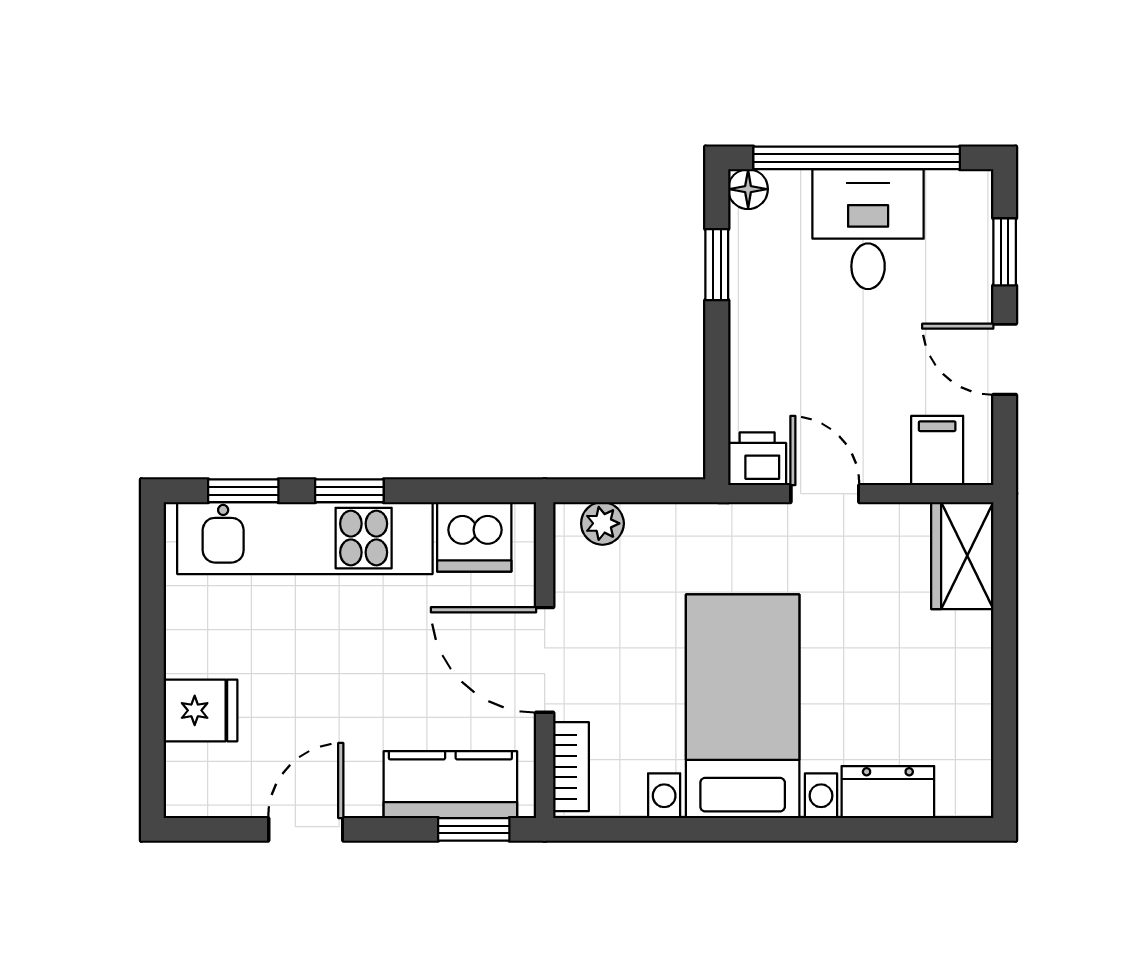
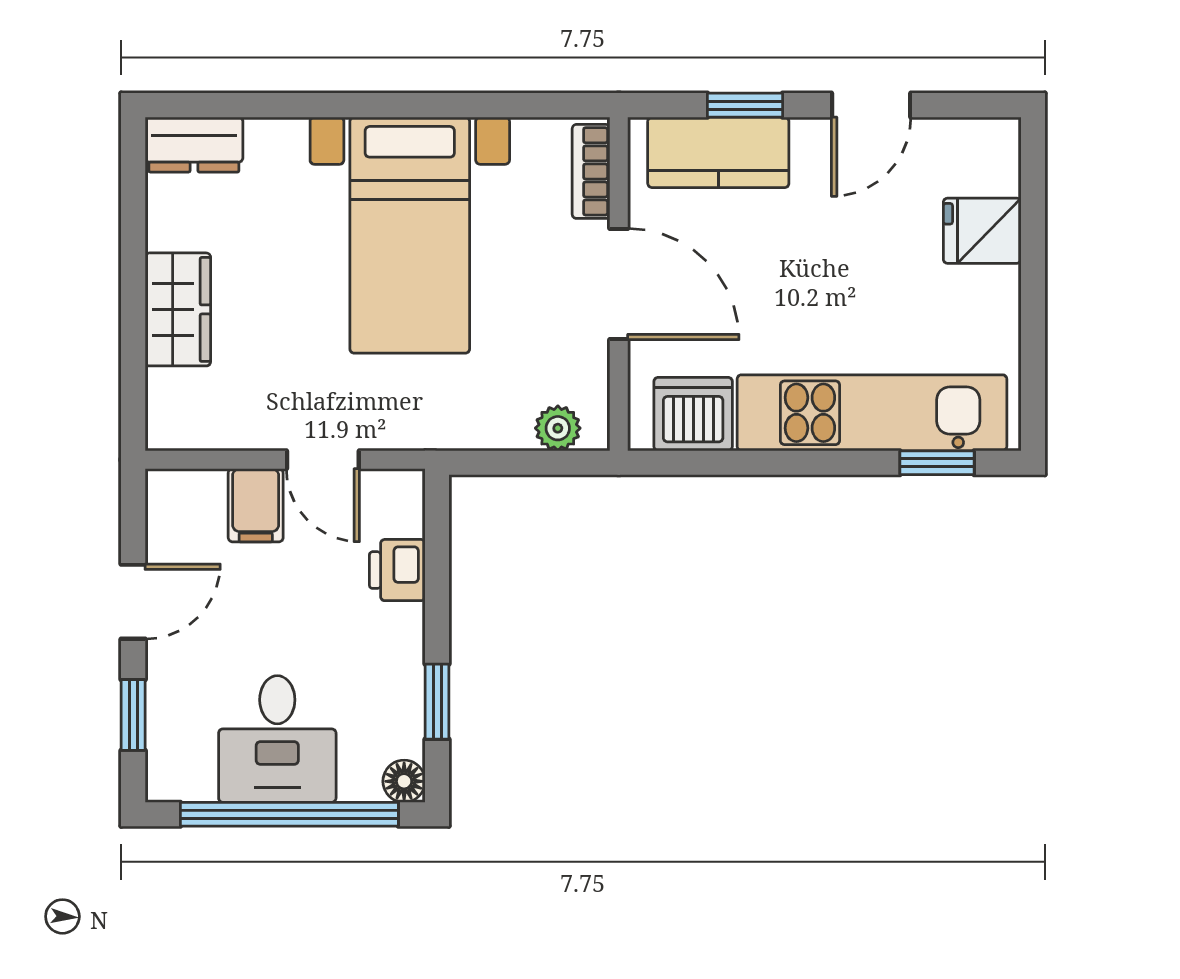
door: (1005, 359) -> (133, 602), hinge flipped
filing cabinet: (937, 450) -> (256, 505), moved
printer: (757, 459) -> (397, 570), moved, turned 90
window: (349, 491) -> (825, 463), removed
wardrobe: (962, 556) -> (178, 309), moved
dresser: (888, 792) -> (194, 145), moved
window: (474, 829) -> (745, 105), moved

